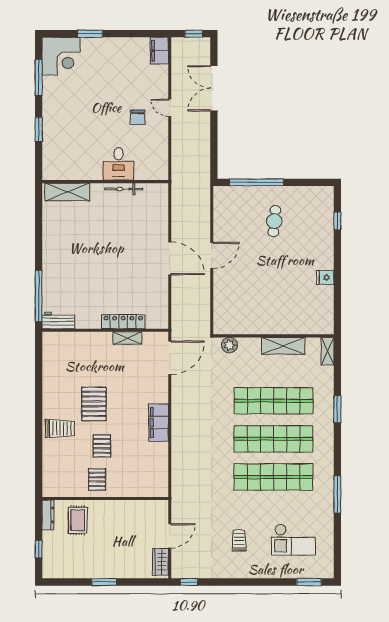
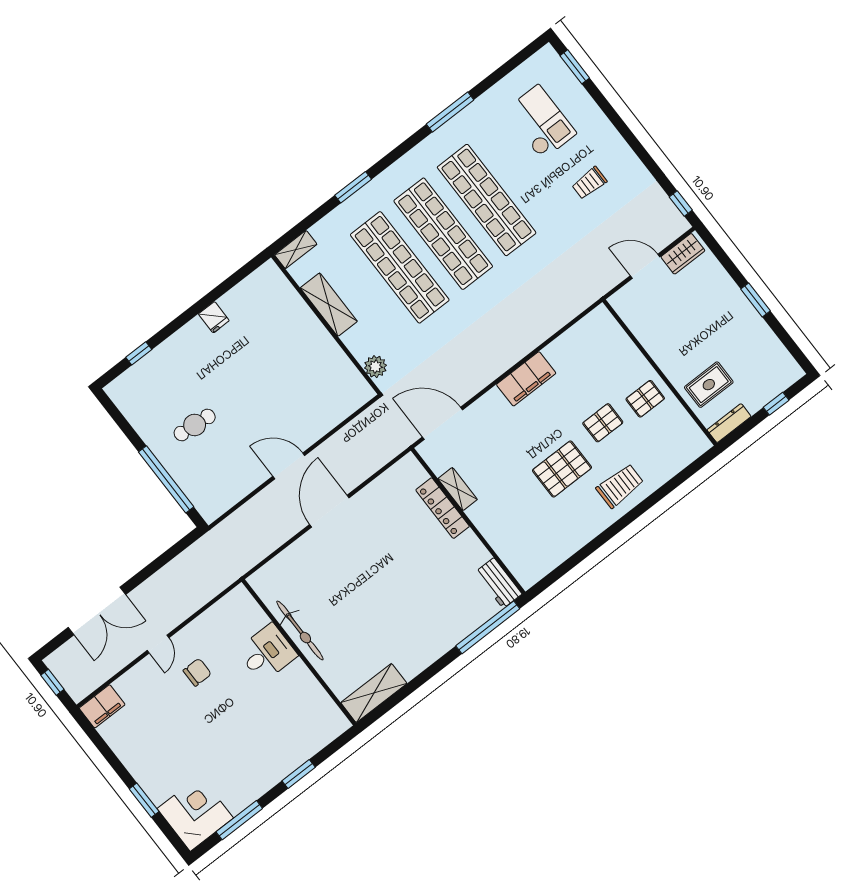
bicycle: (124, 189) -> (300, 630), width x1.37, depth x1.40
shelving: (67, 192) -> (374, 693), moved, turned 90
trolley: (60, 428) -> (620, 486), turned 90

